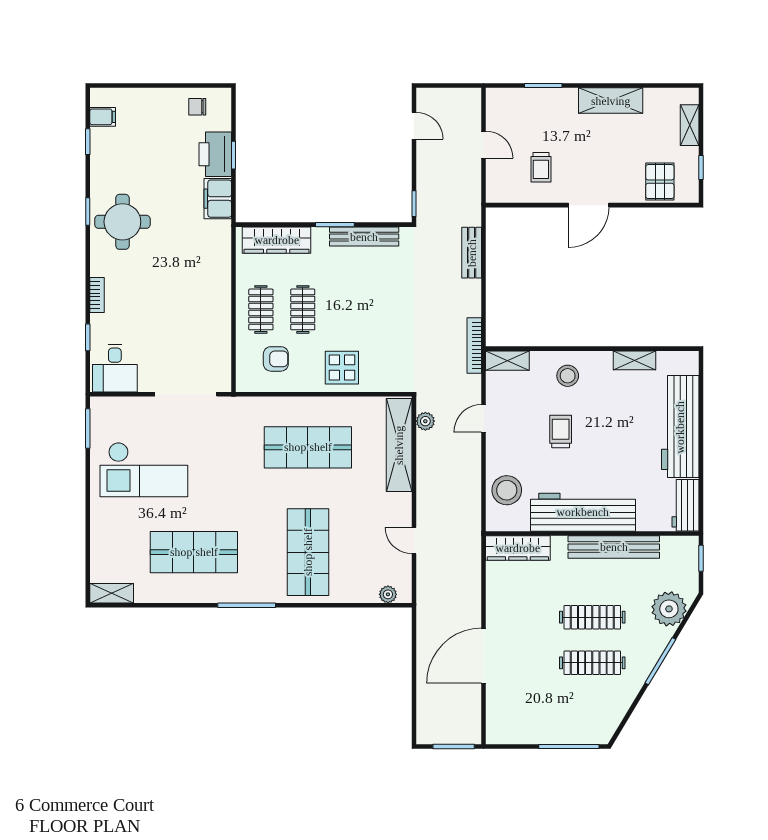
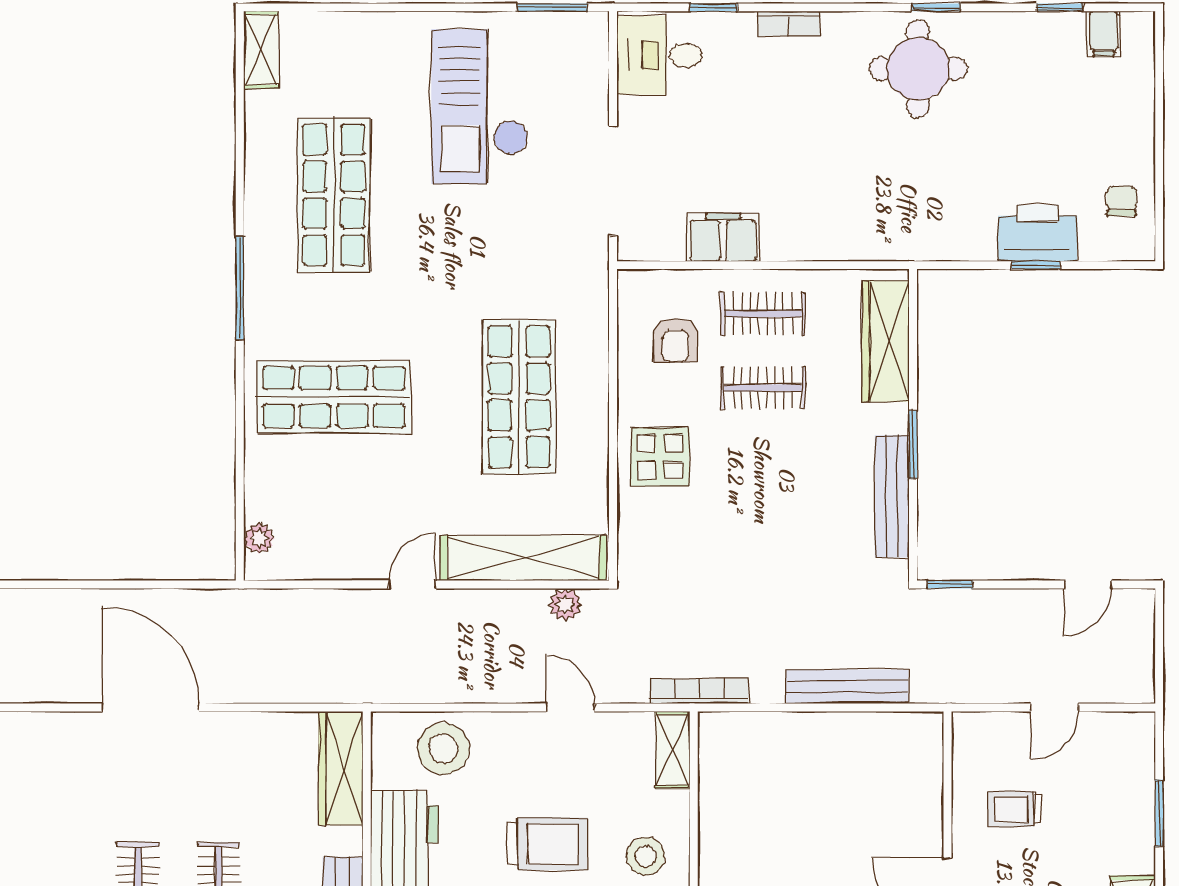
filing cabinet: (218, 199) -> (723, 237), moved
bench: (472, 253) -> (847, 686), width x1.36
trolley: (561, 431) -> (547, 844), width x1.36, depth x1.39
door: (414, 541) -> (412, 584), moved

